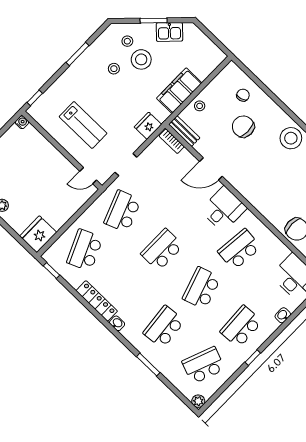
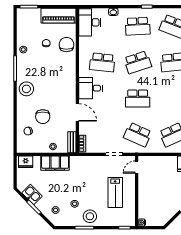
stool: (141, 59) -> (90, 216), moved
lab bench: (83, 125) -> (115, 193), turned 180
fridge: (148, 126) -> (26, 162), moved
door: (88, 176) -> (137, 167), swing flipped
school desk: (123, 211) -> (138, 135), turned 45

